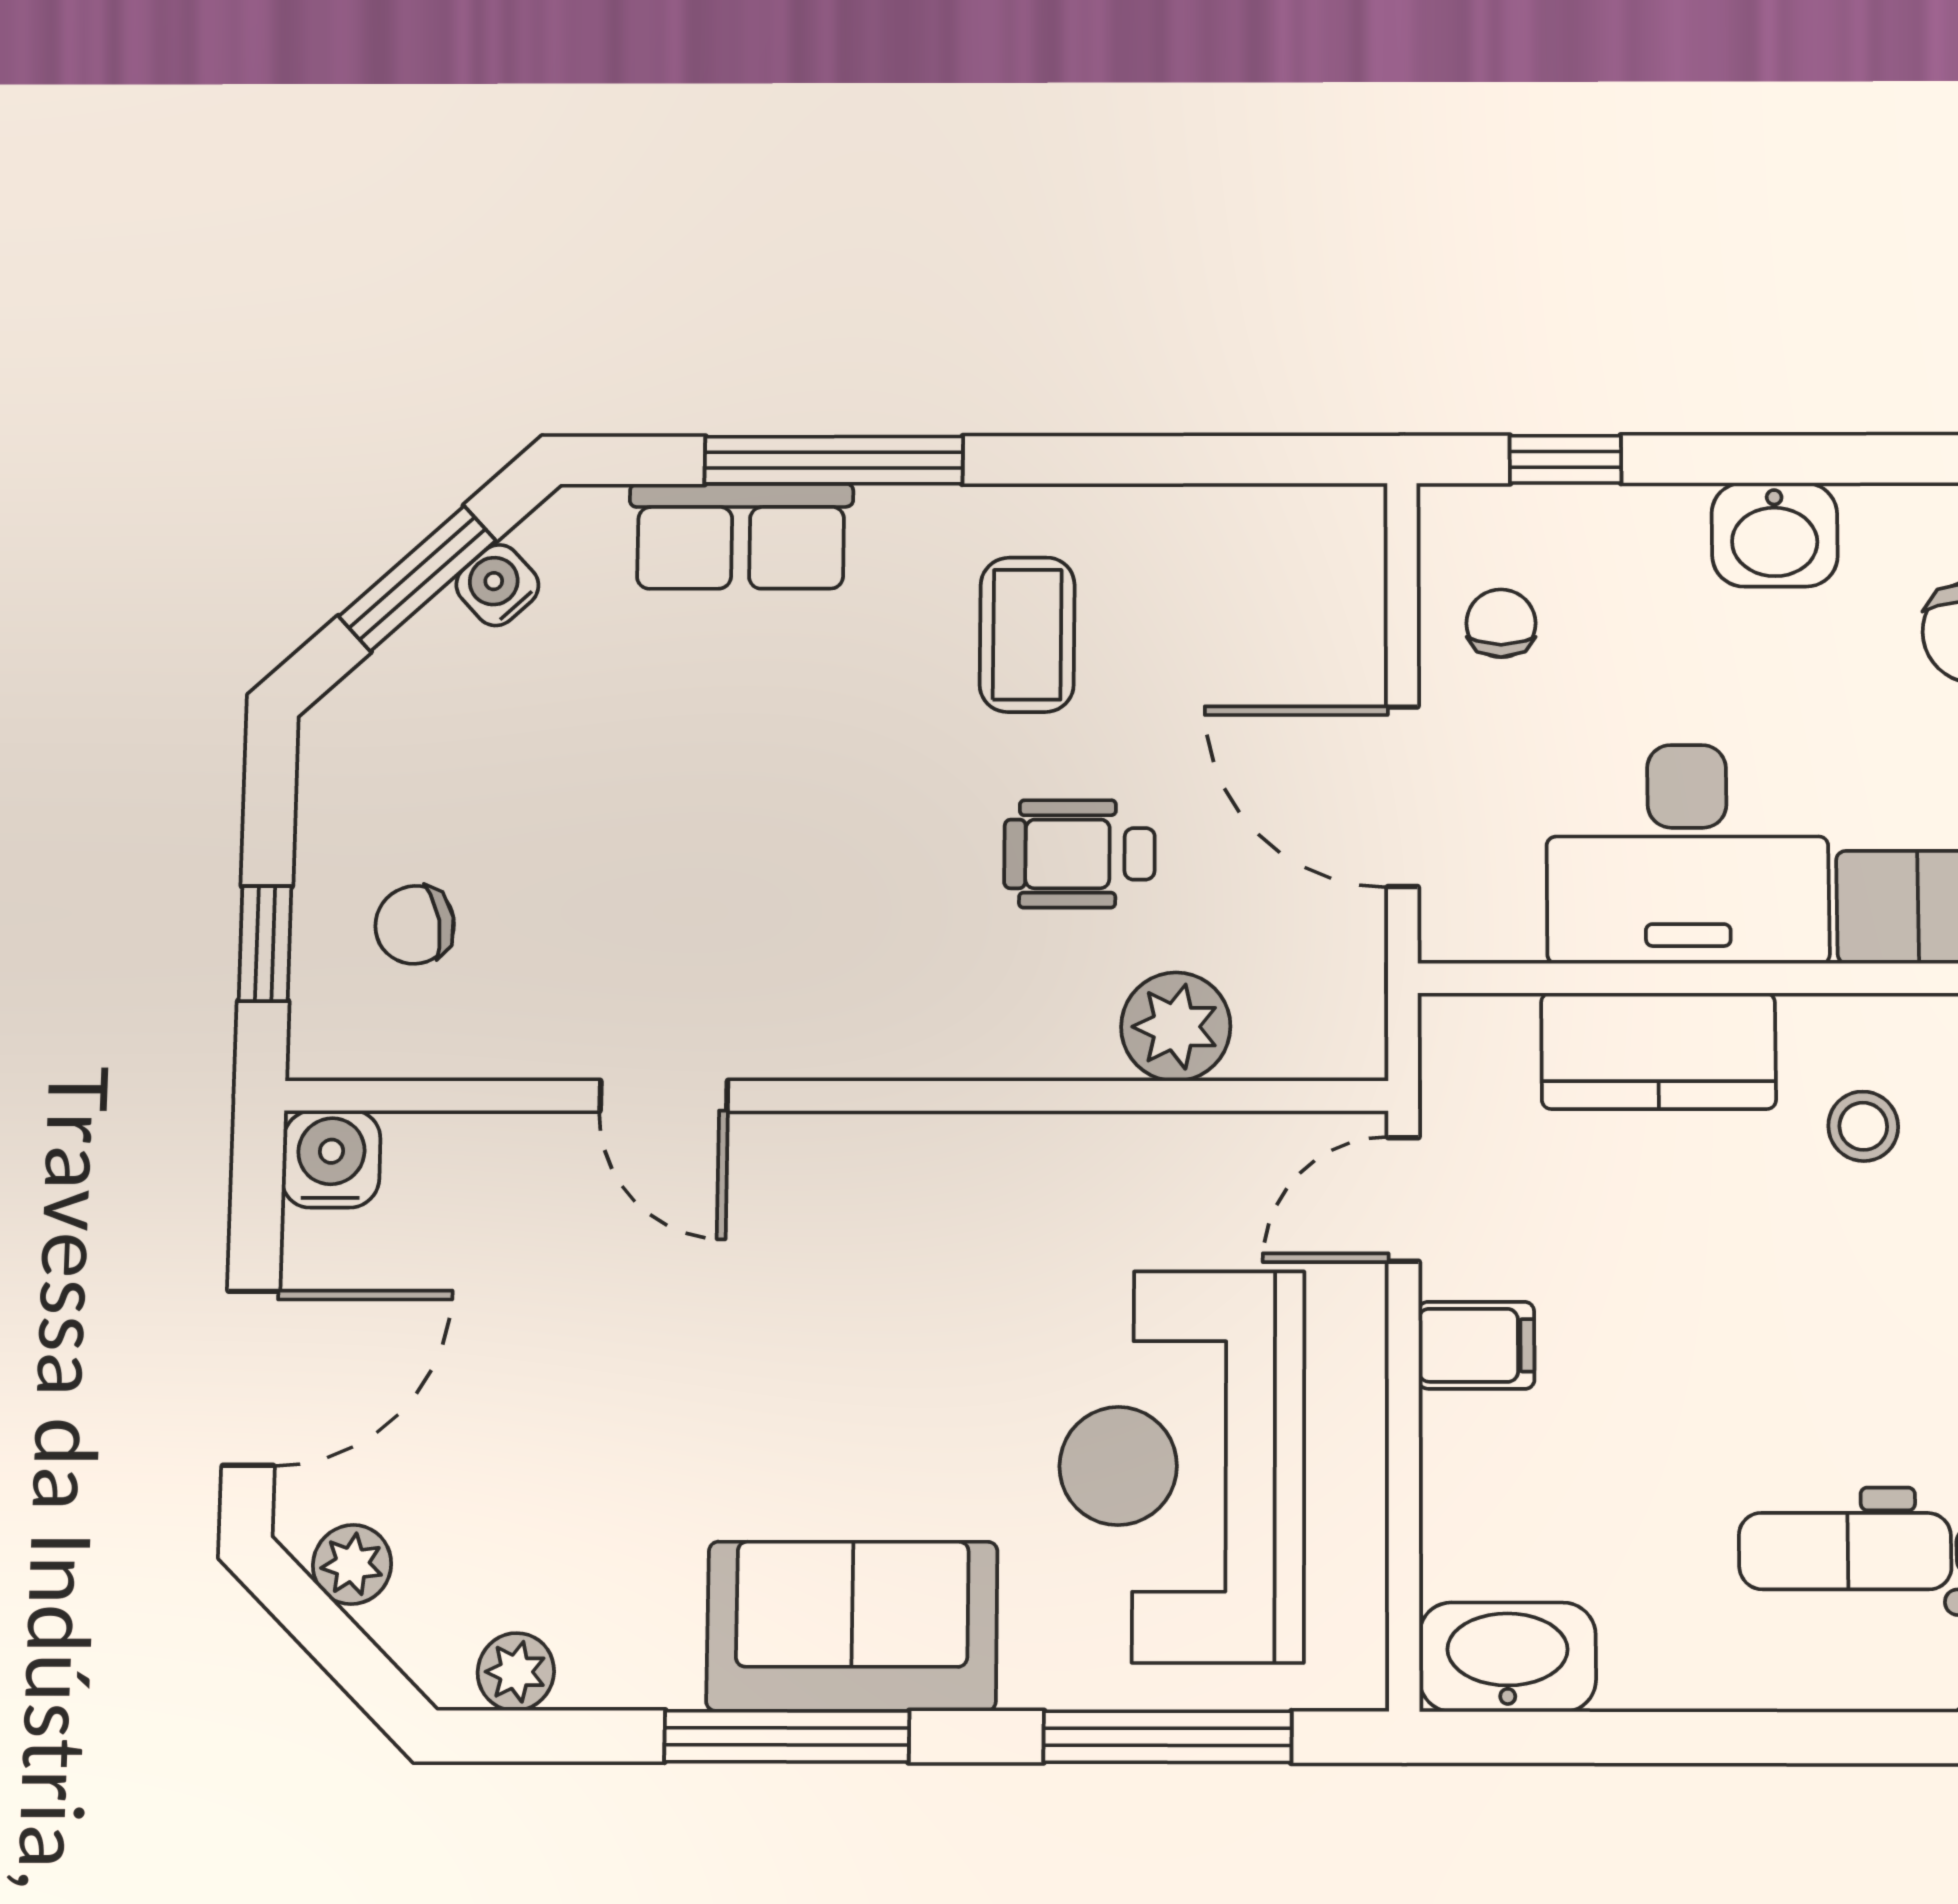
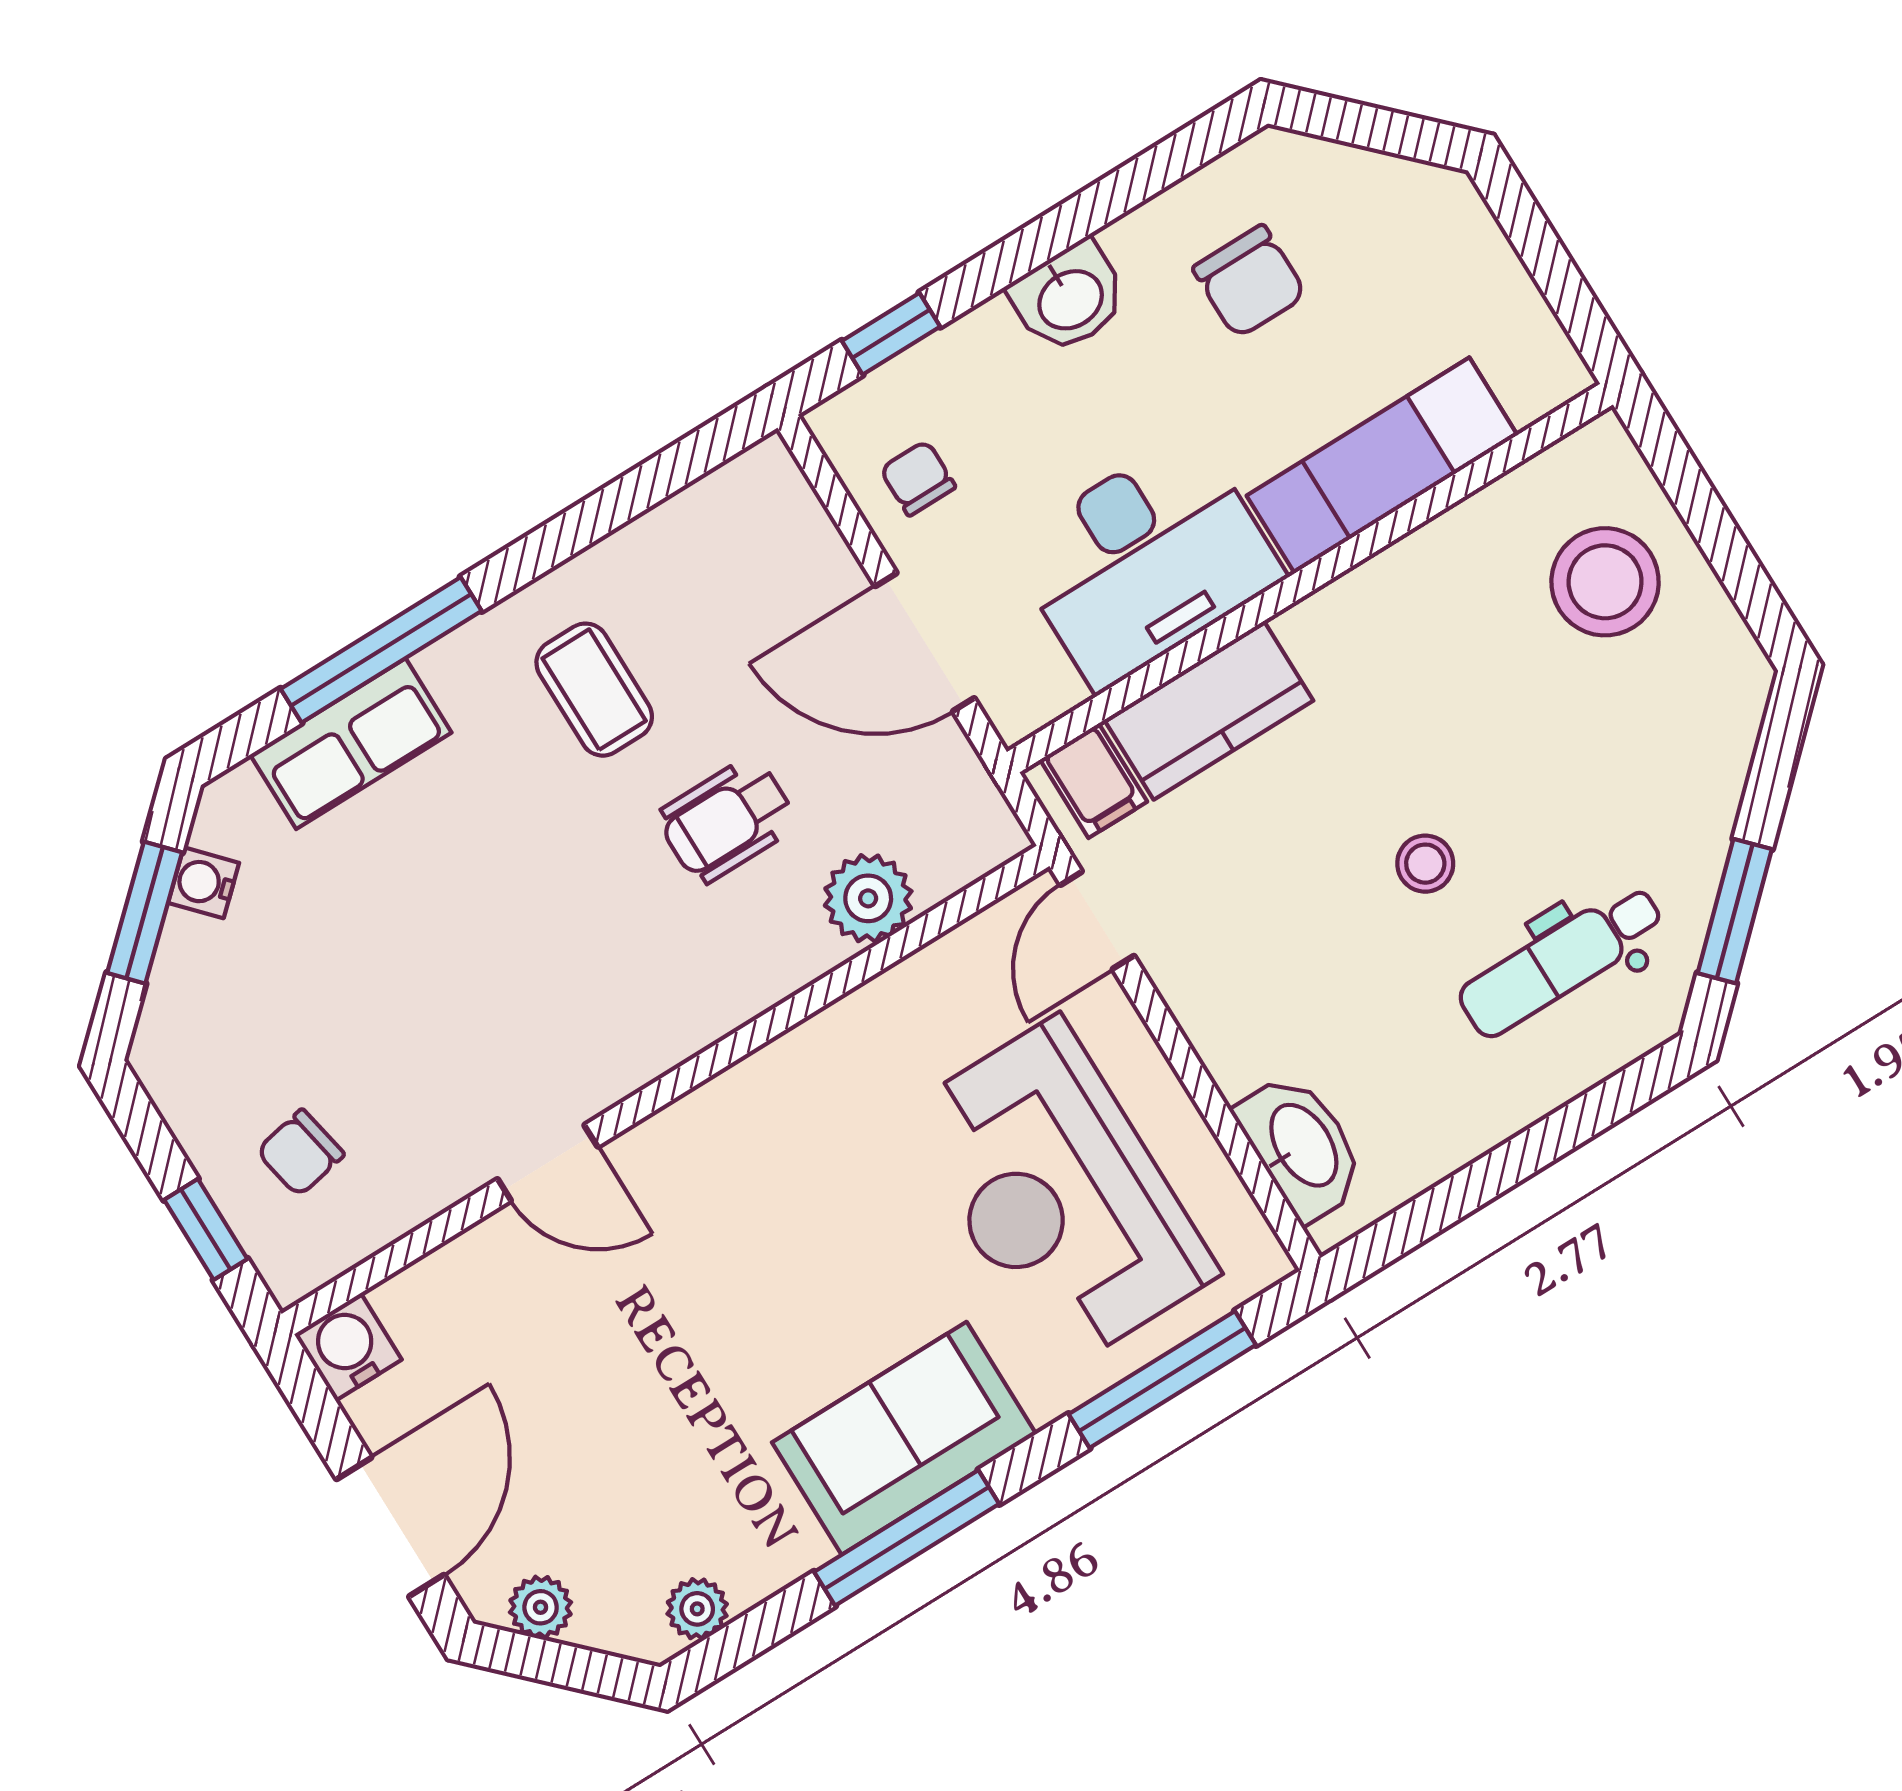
stool: (1863, 1126) -> (1425, 864), moved
filing cabinet: (1476, 1345) -> (1094, 781), moved, turned 90
washbasin: (1508, 1657) -> (1302, 1146), moved, turned 90

